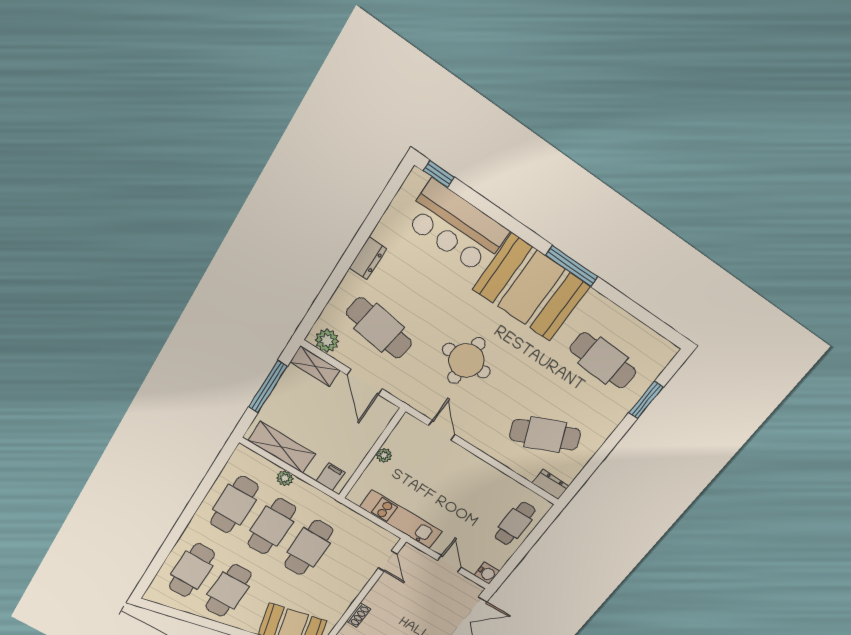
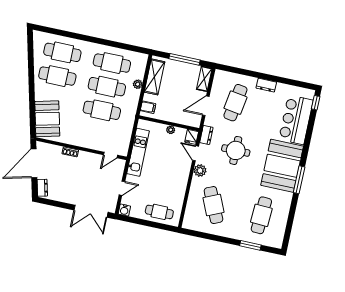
plant: (327, 341) -> (200, 170), moved
fridge: (410, 426) -> (192, 137), added
door: (442, 430) -> (196, 153), swing flipped
dresser: (551, 485) -> (206, 135), moved

